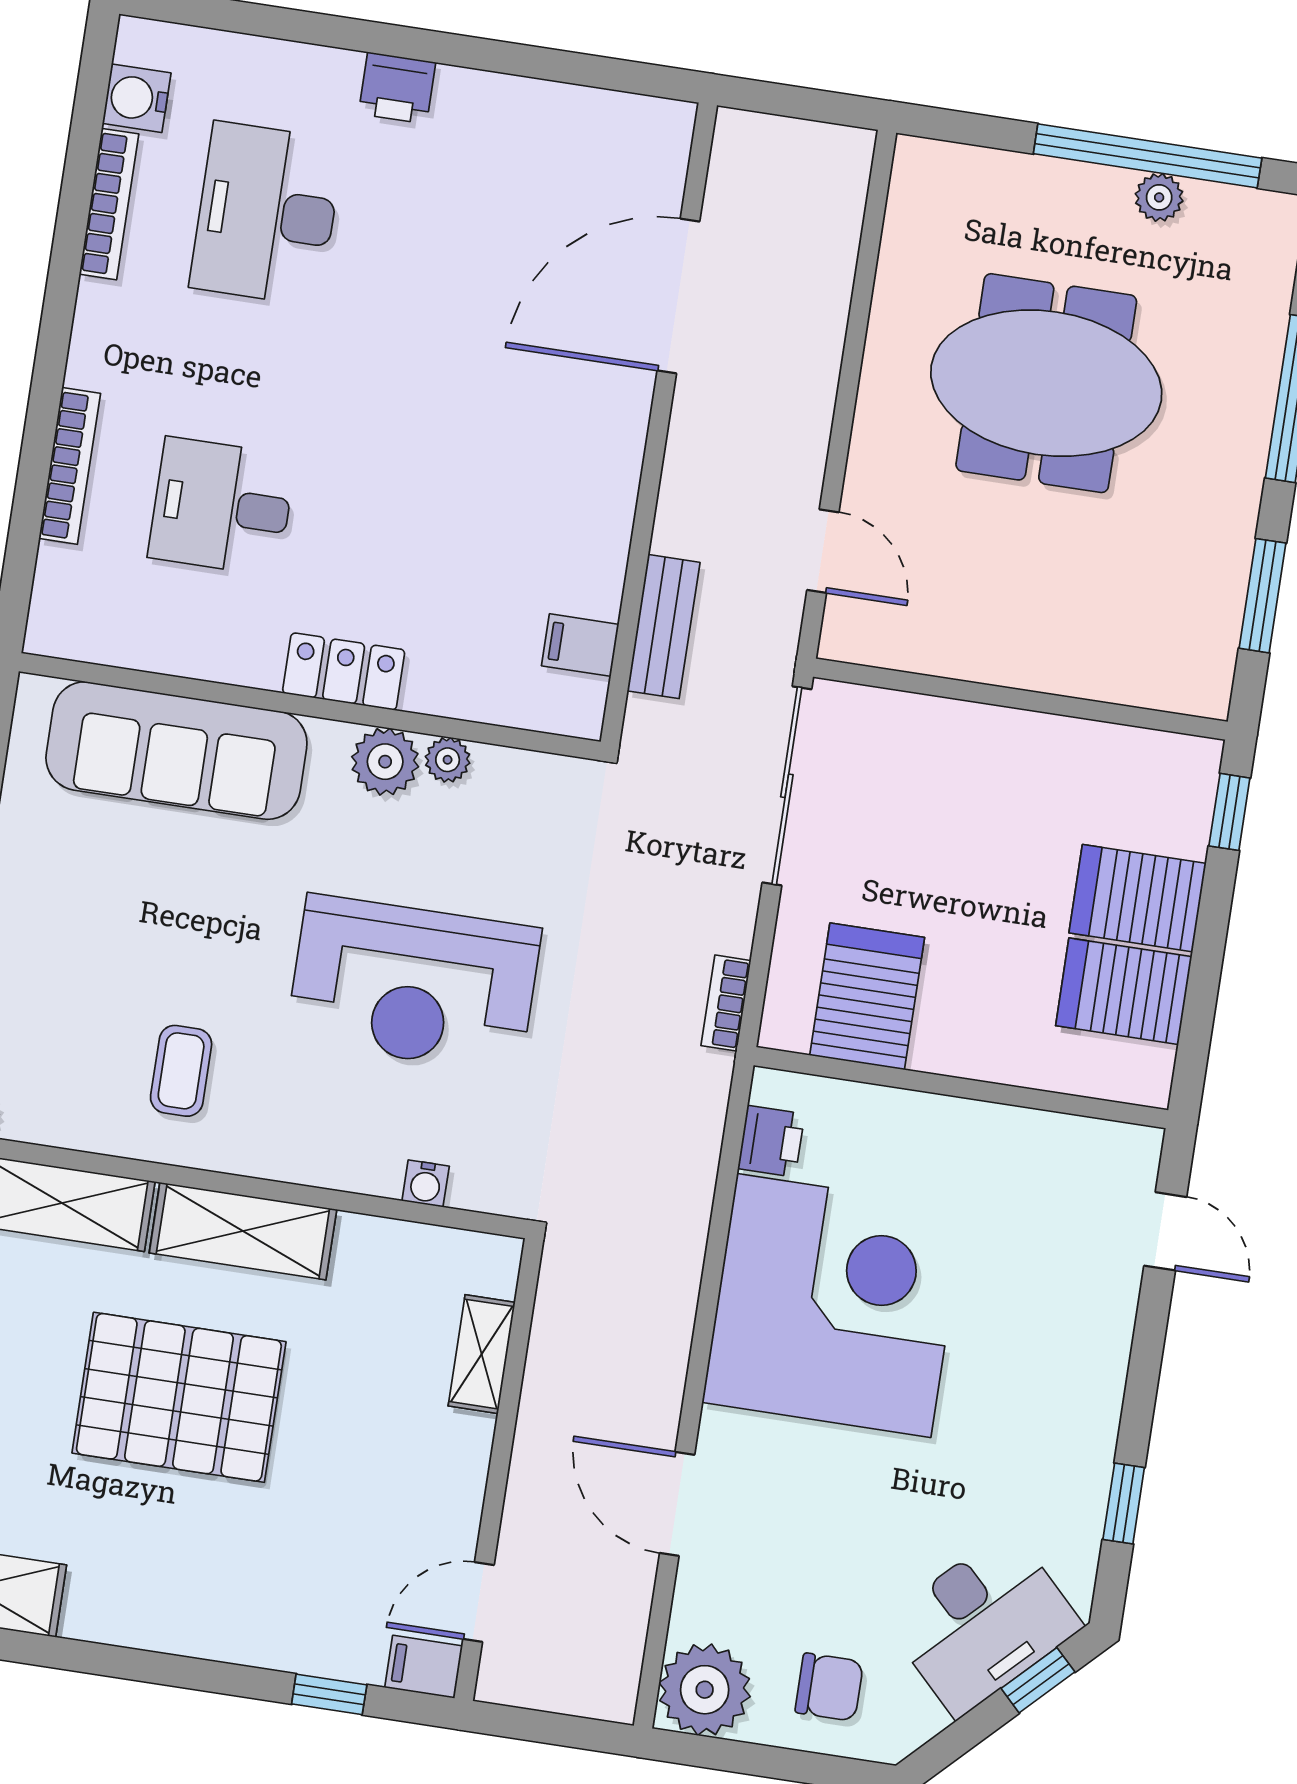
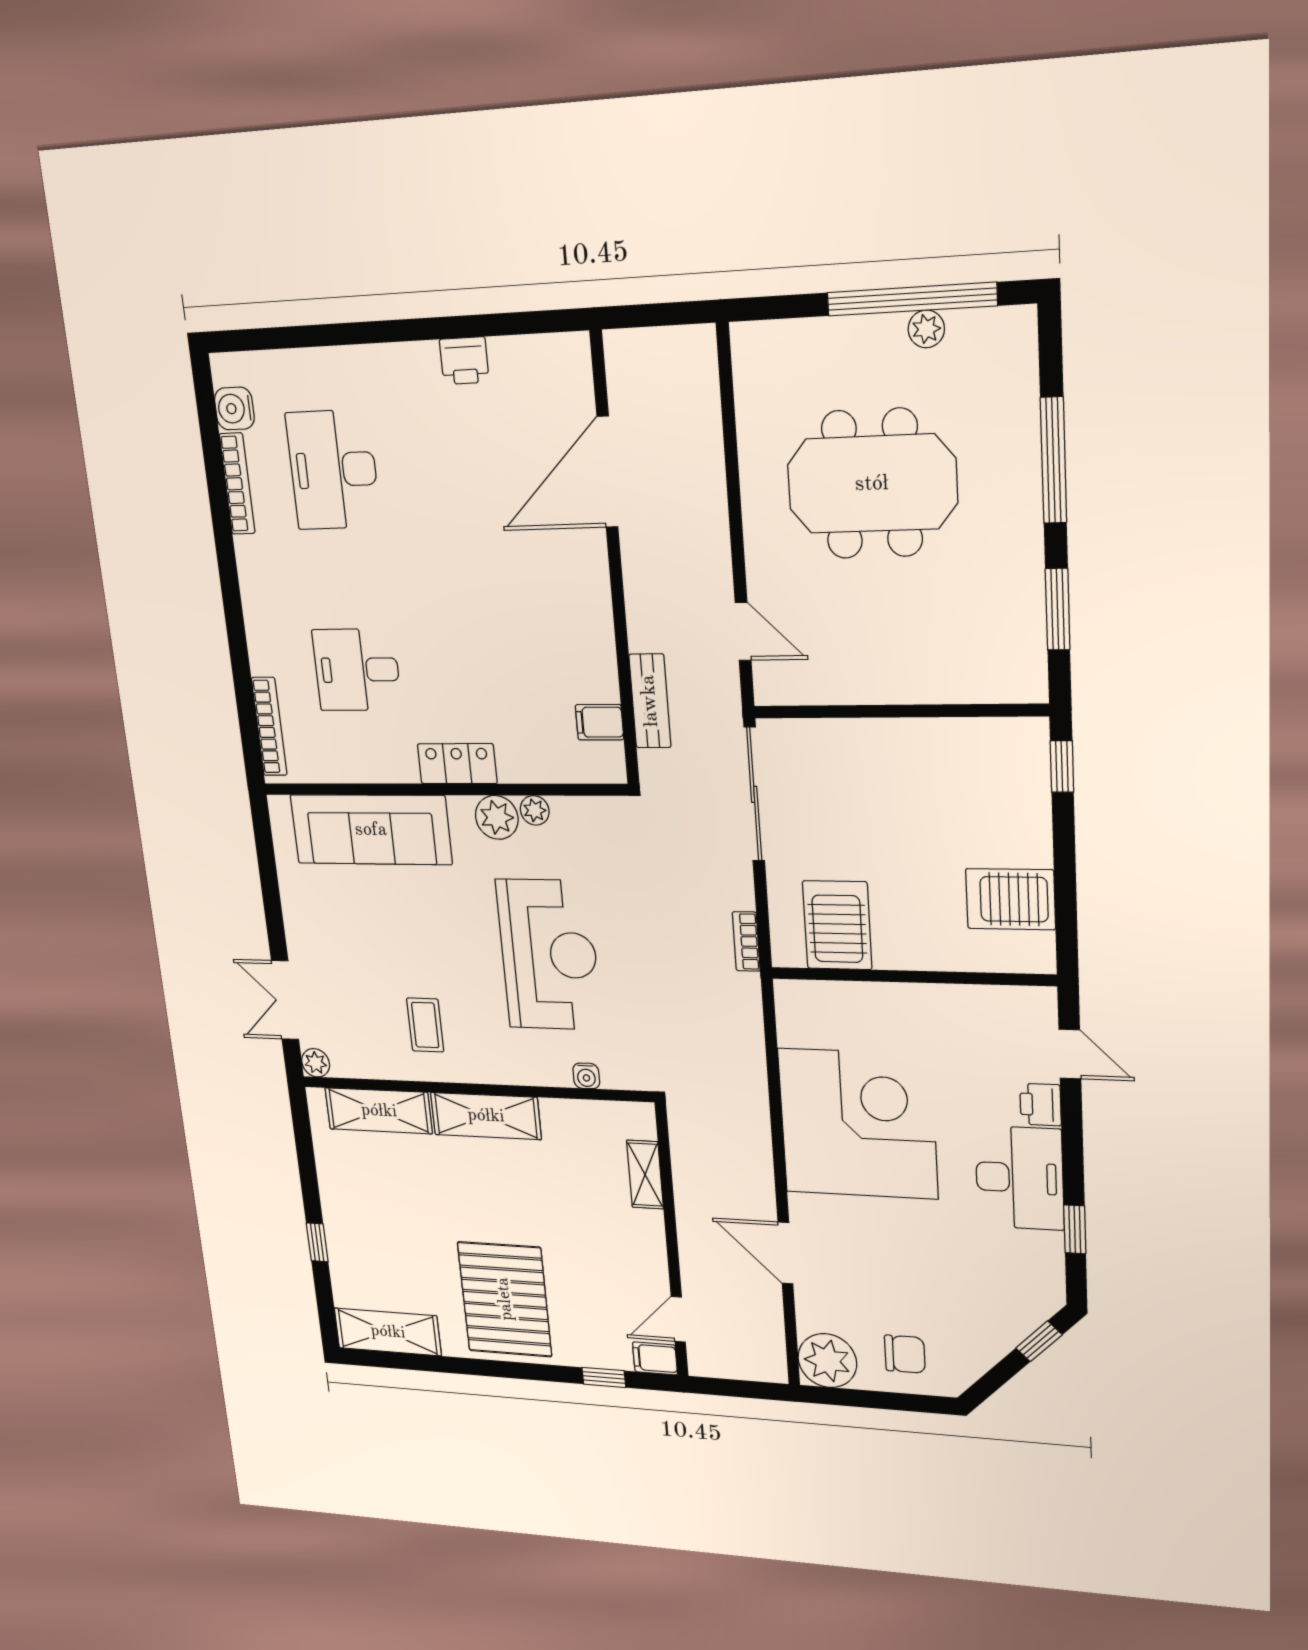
printer: (397, 88) -> (464, 361), moved
bookcase: (70, 466) -> (269, 727), moved
server rack: (1138, 898) -> (1008, 835), removed
reception desk: (414, 984) -> (549, 955), turned -90
printer: (771, 1141) -> (1041, 1105), moved, turned 180
pallet: (179, 1397) -> (505, 1299), moved, turned 90
desk: (983, 1623) -> (1019, 1178), moved, turned -45

